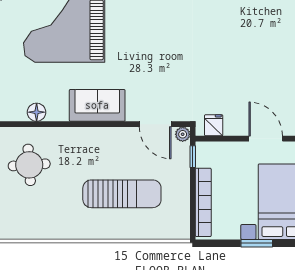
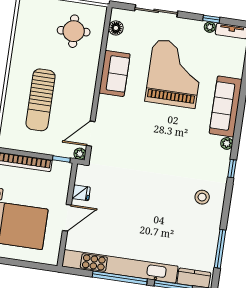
sofa: (97, 105) -> (115, 73), moved
floor lamp: (37, 112) -> (116, 28), moved
fridge: (214, 125) -> (81, 193), moved

